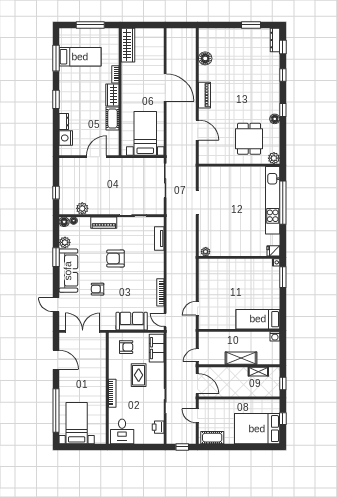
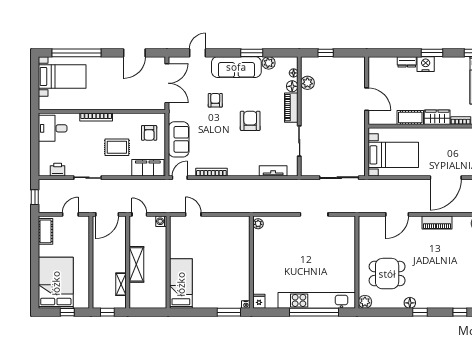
nightstand: (66, 138) -> (426, 64), moved
floor lamp: (64, 222) -> (292, 86), moved
washing machine: (275, 336) -> (161, 221), moved

